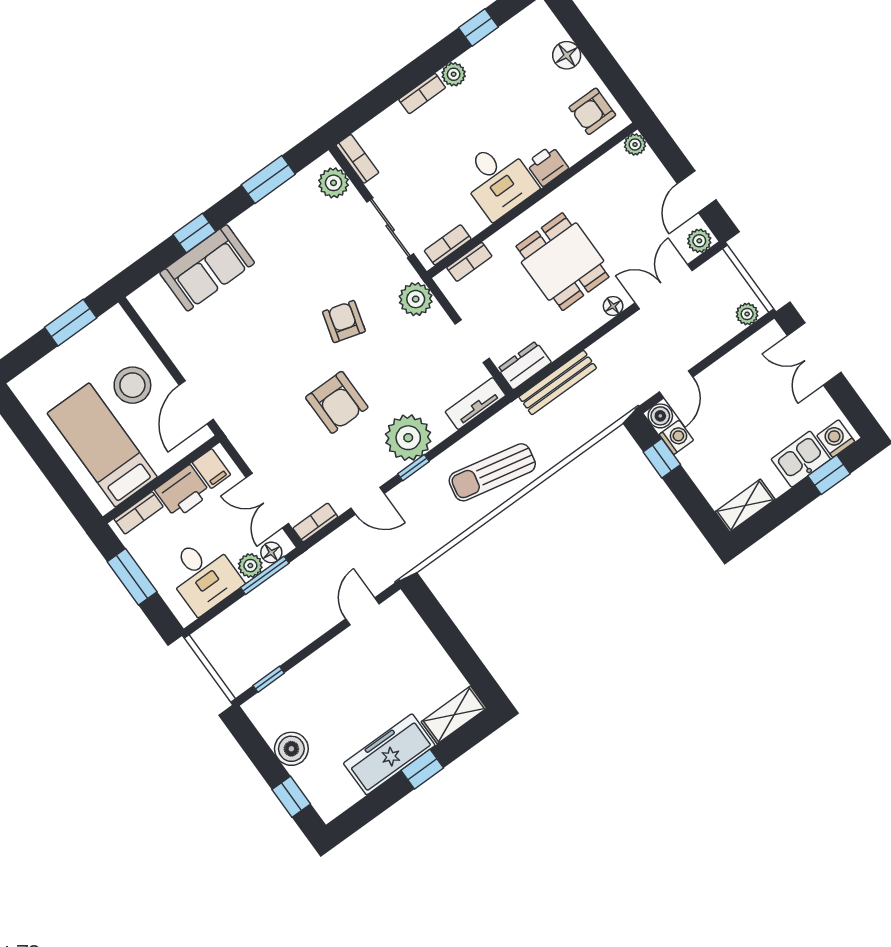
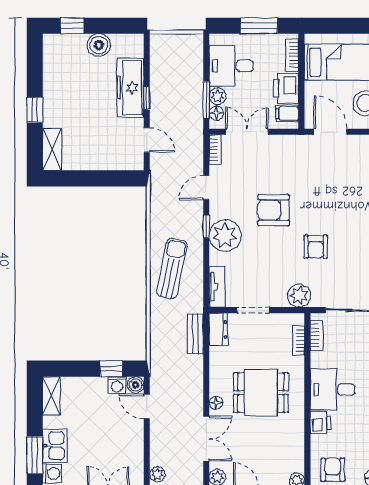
armchair: (344, 322) -> (316, 247), turned 74
bench: (558, 383) -> (196, 334), width x0.73
window: (829, 475) -> (35, 455), width x1.50
window: (269, 679) -> (147, 98), moved
freezer: (389, 754) -> (130, 88), moved, turned 180

